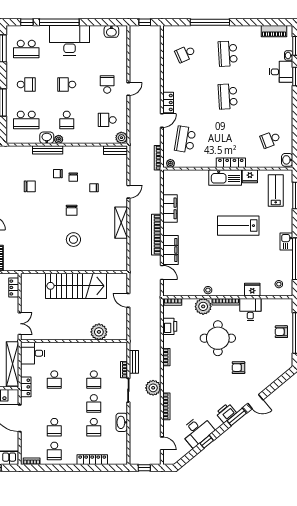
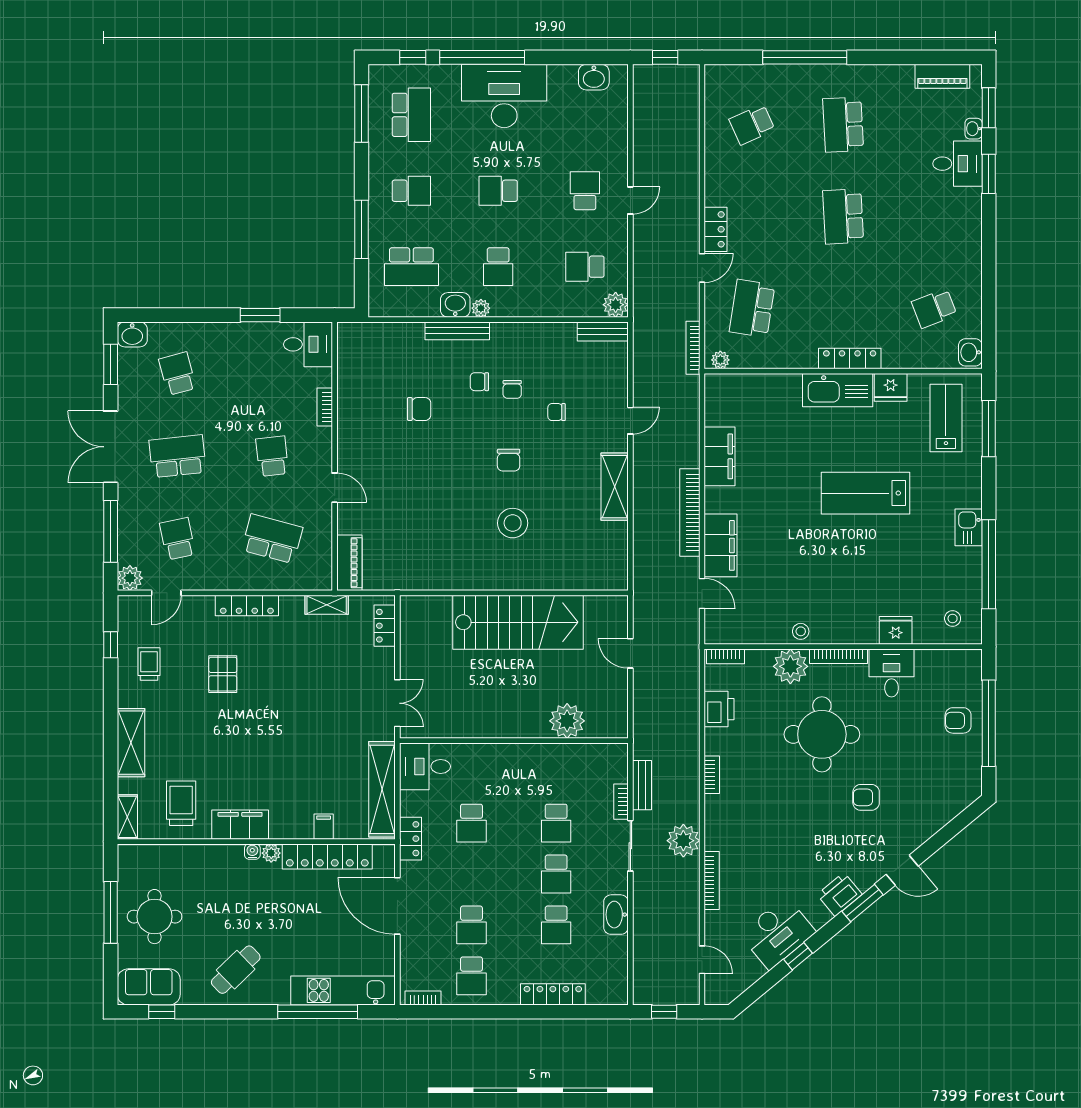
school desk: (26, 49) -> (411, 115), turned -90

